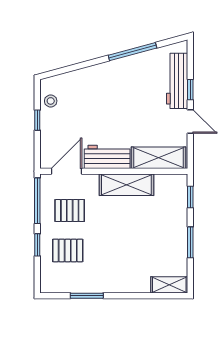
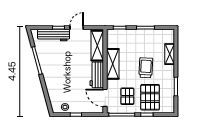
trolley: (120, 243) -> (146, 68), added
pallet: (68, 250) -> (150, 97), width x1.50, depth x1.42
shelving: (169, 285) -> (170, 54), moved

